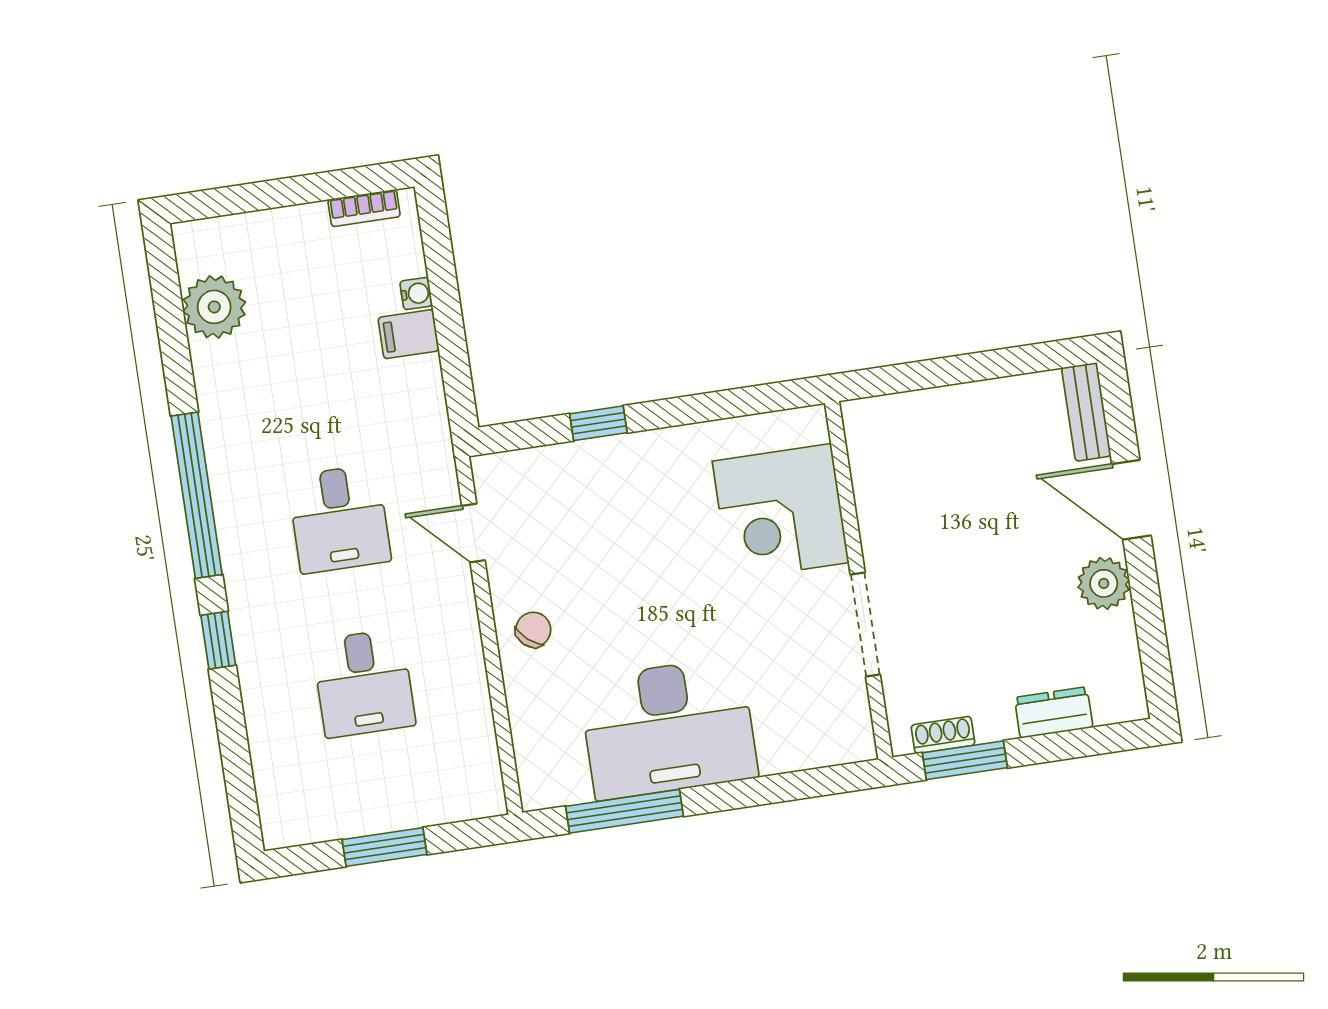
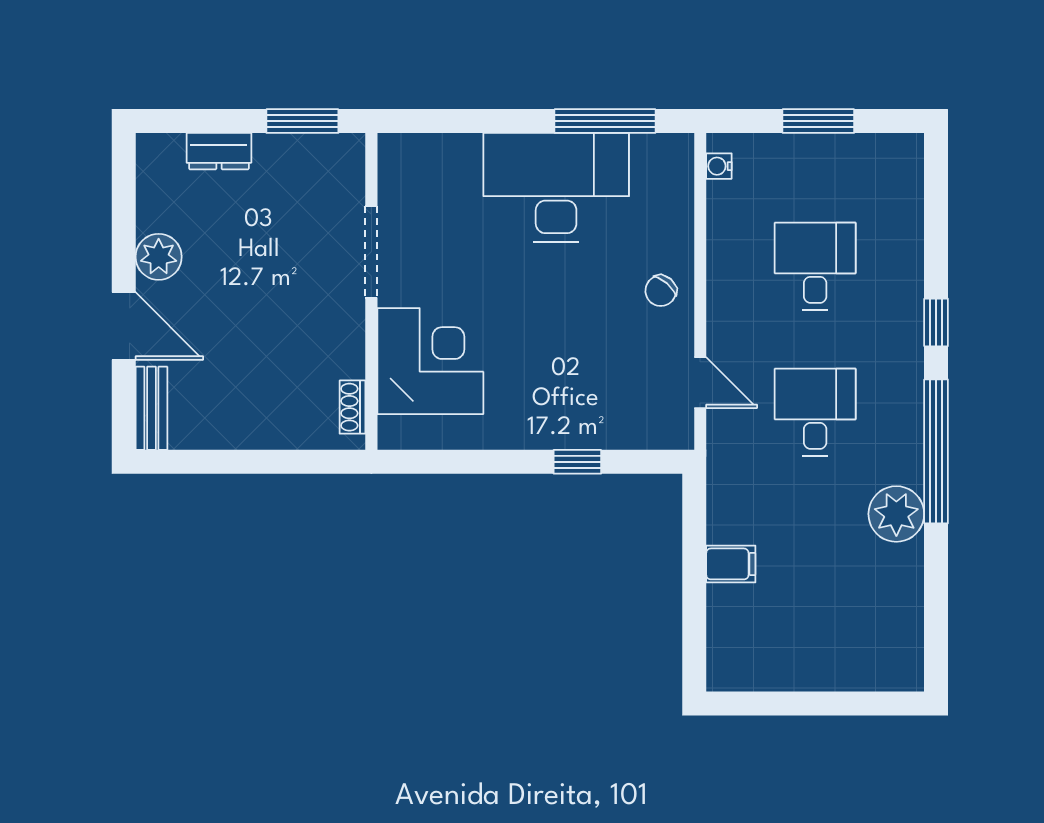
bookcase: (364, 208) -> (753, 679), removed
water cooler: (416, 294) -> (719, 166), moved
plant: (214, 307) -> (896, 514), moved
shoe rack: (943, 735) -> (352, 407), moved, turned 90

